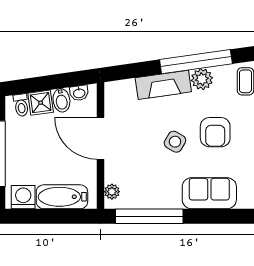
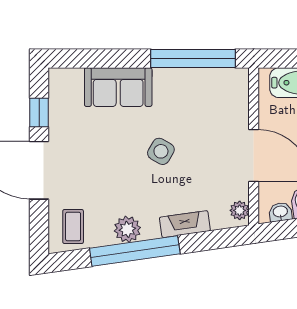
fireplace: (163, 85) -> (185, 224), width x0.73, depth x0.76
armchair: (215, 132) -> (111, 163), removed
plant: (112, 192) -> (240, 210), moved

